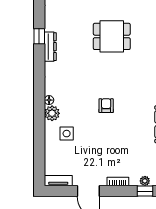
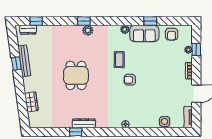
coffee table: (132, 92) -> (119, 60), added
plant: (52, 113) -> (136, 122), removed
side table: (67, 134) -> (165, 121), moved

